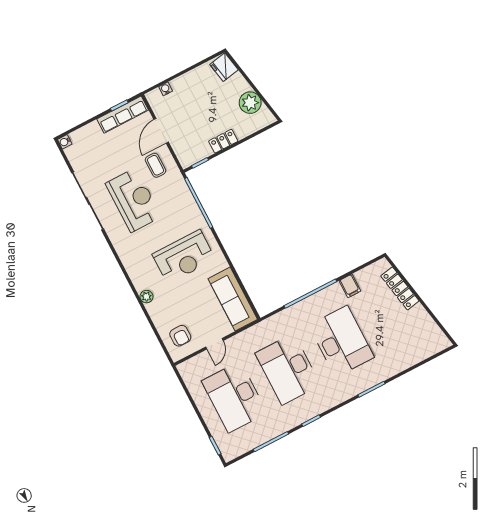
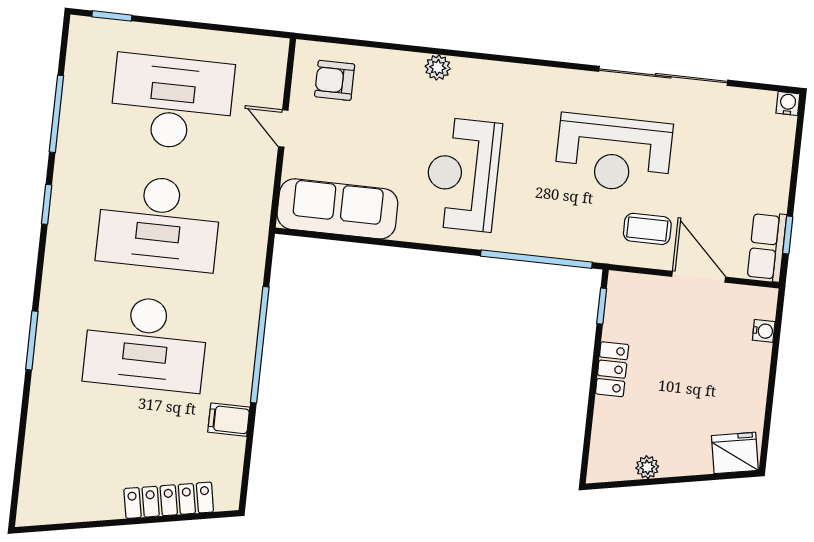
plant: (250, 103) -> (647, 467), width x0.53, depth x0.53
row of seats: (123, 115) -> (767, 247), width x0.68
desk: (288, 369) -> (159, 223), turned 180

